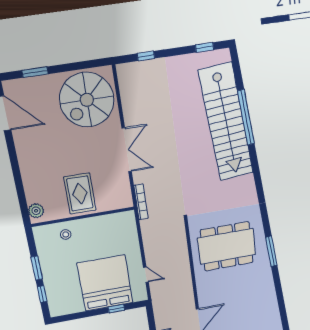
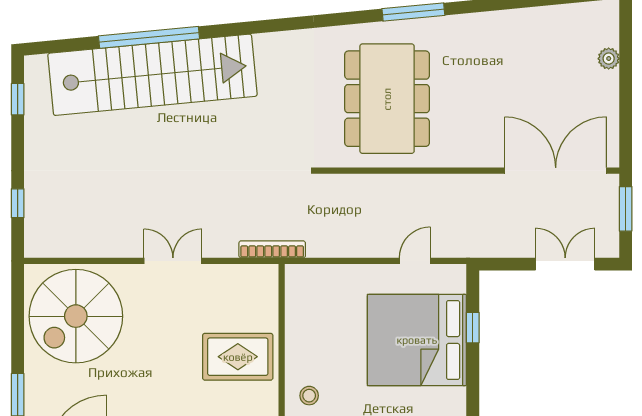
spiral stairs: (87, 100) -> (76, 316), turned 90
double door: (127, 150) -> (173, 261), width x0.73

